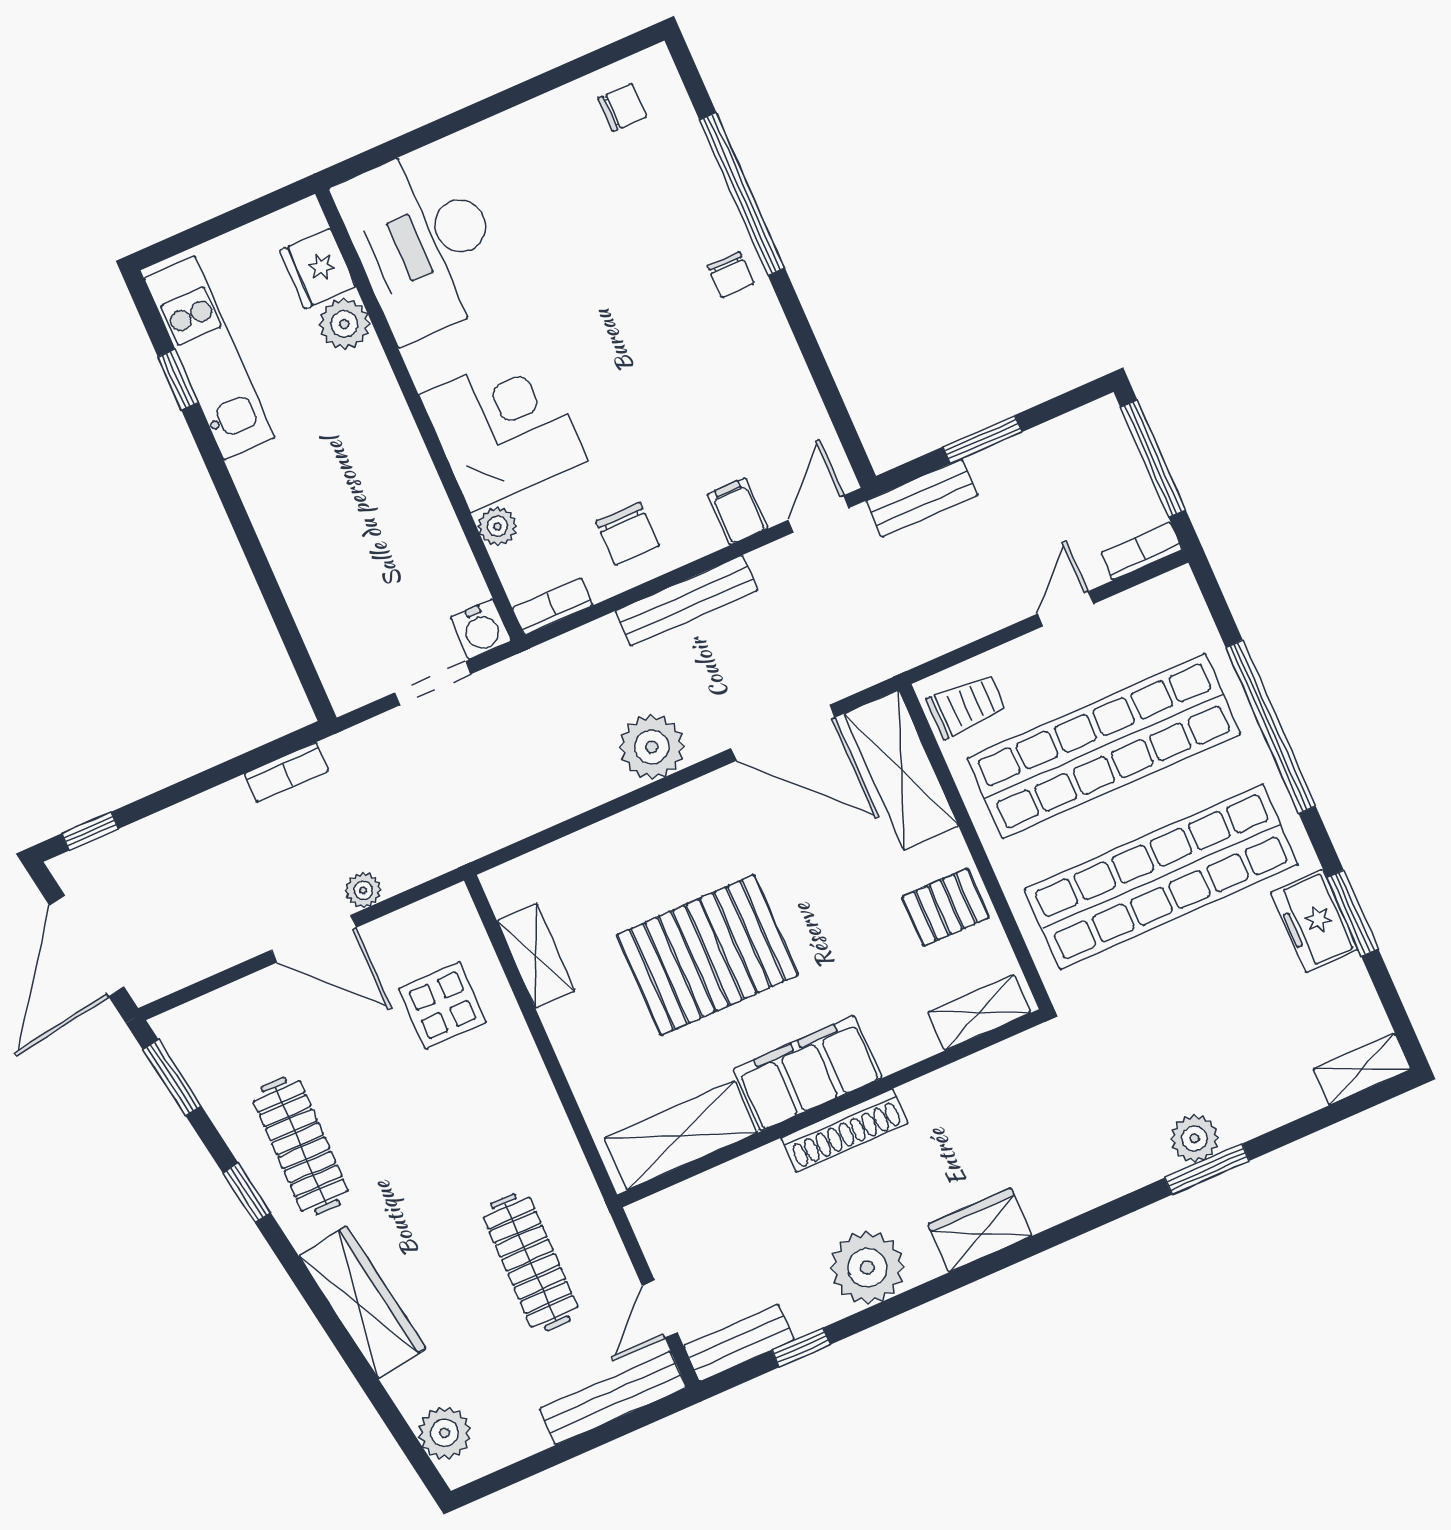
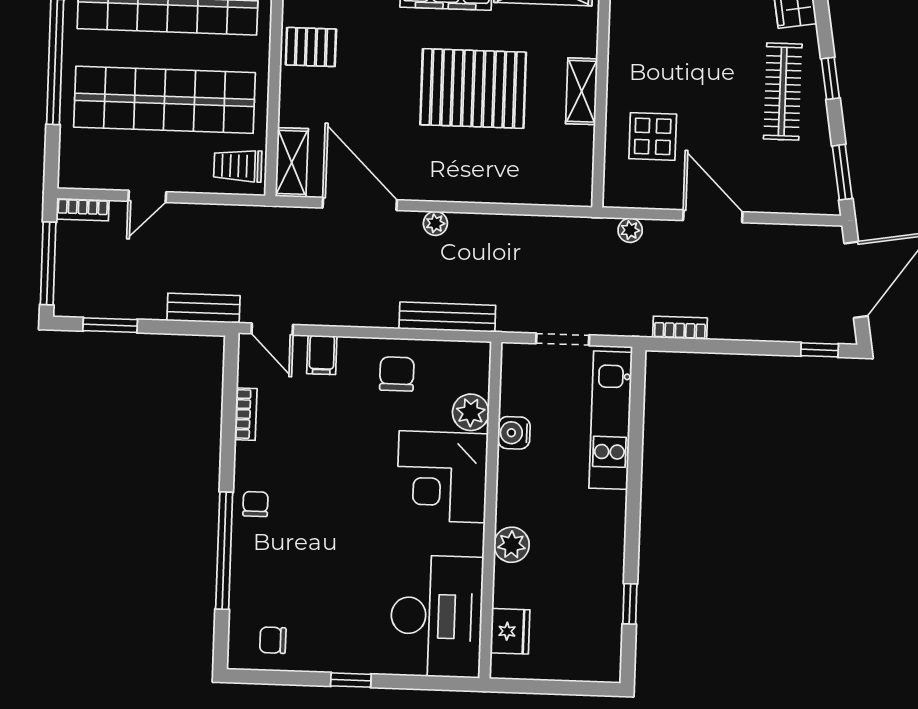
window: (495, 105) -> (351, 680), added
plant: (344, 324) -> (512, 545), moved
kitchen unit: (209, 358) -> (611, 420), moved
window: (982, 439) -> (110, 325), moved
door: (819, 514) -> (272, 329), hinge flipped
plant: (497, 526) -> (471, 412), width x1.38, depth x1.38
bench: (687, 601) -> (447, 317), moved
bookcase: (553, 607) -> (246, 414), moved, turned -90
water cooler: (481, 629) -> (514, 433), moved, turned -90
plant: (652, 747) -> (435, 223), width x0.53, depth x0.53
shelving: (901, 770) -> (292, 162), width x0.67, depth x0.75
plant: (363, 890) -> (630, 230), moved
shelving: (536, 956) -> (582, 91), moved

